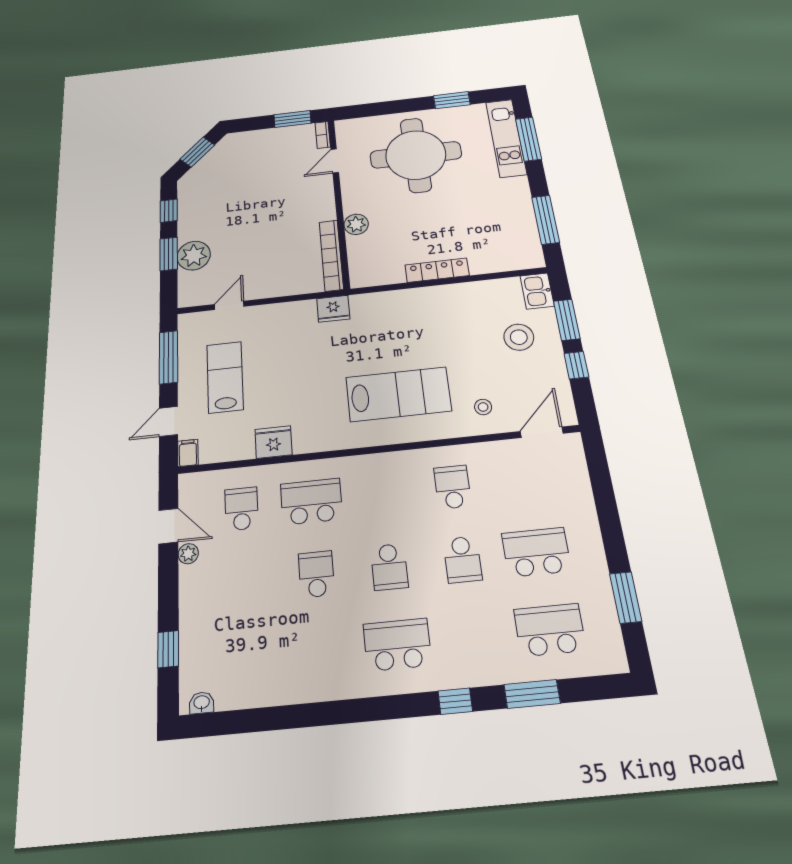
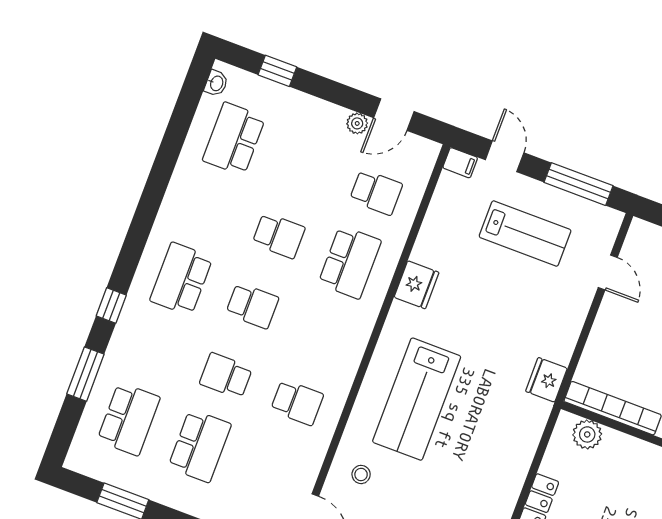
plant: (356, 224) -> (587, 434), moved
fridge: (273, 442) -> (417, 285), moved
school desk: (389, 567) -> (252, 306), turned 180
school desk: (397, 645) -> (181, 279), turned 180
school desk: (247, 659) -> (234, 139), added

